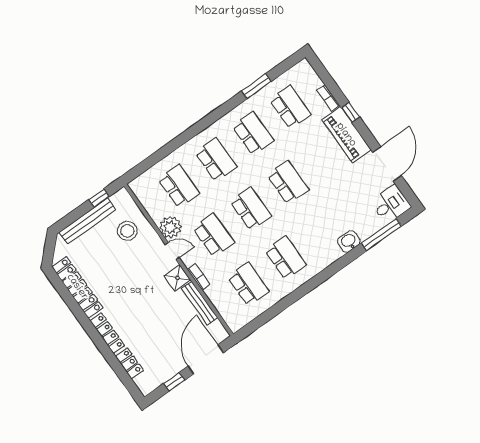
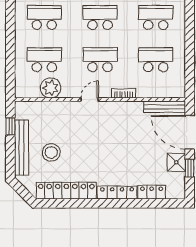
plant: (171, 227) -> (51, 88), moved
stool: (127, 231) -> (51, 152), moved
shower: (177, 278) -> (176, 162), moved
bench: (200, 303) -> (165, 107), moved

